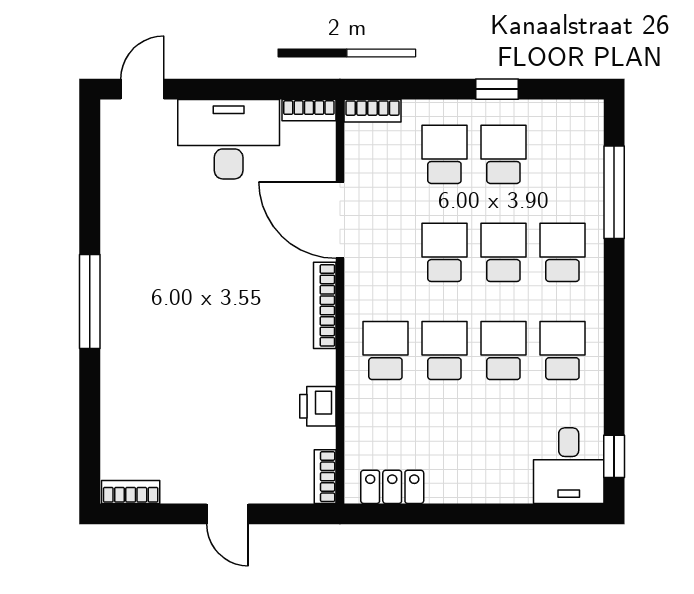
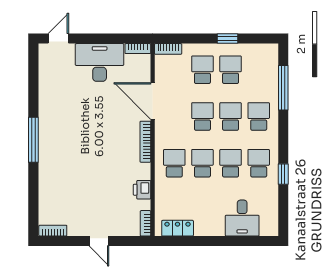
window: (614, 456) -> (283, 174), moved
desk: (569, 466) -> (242, 218), moved

